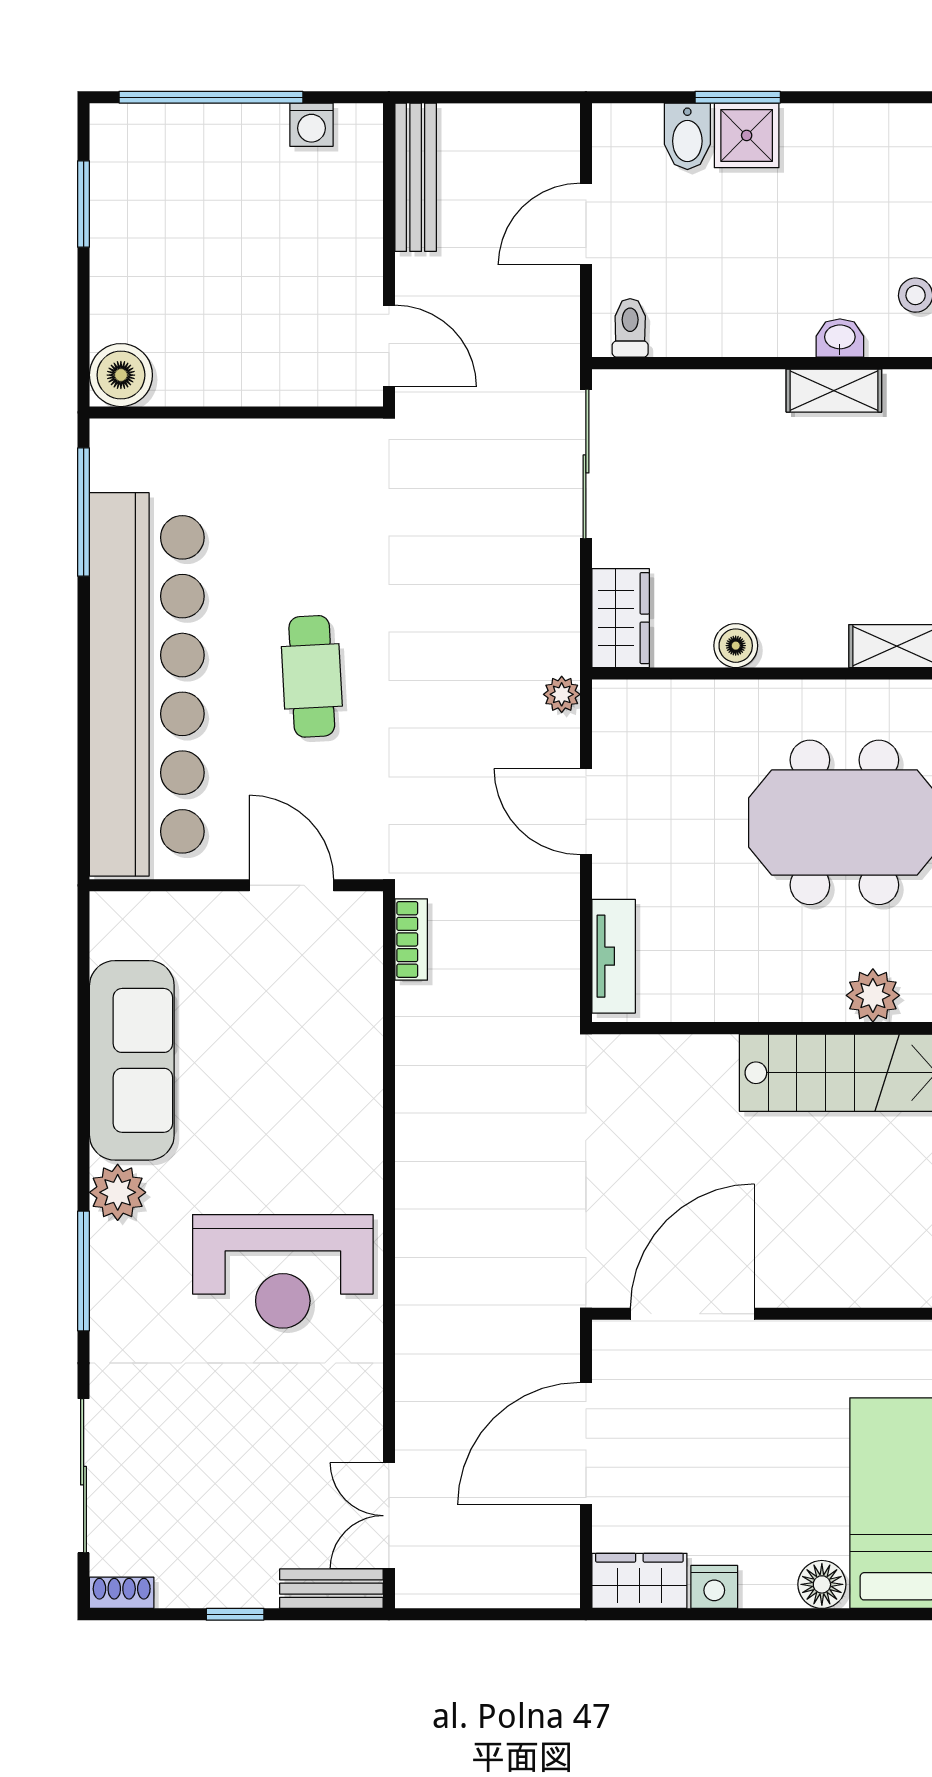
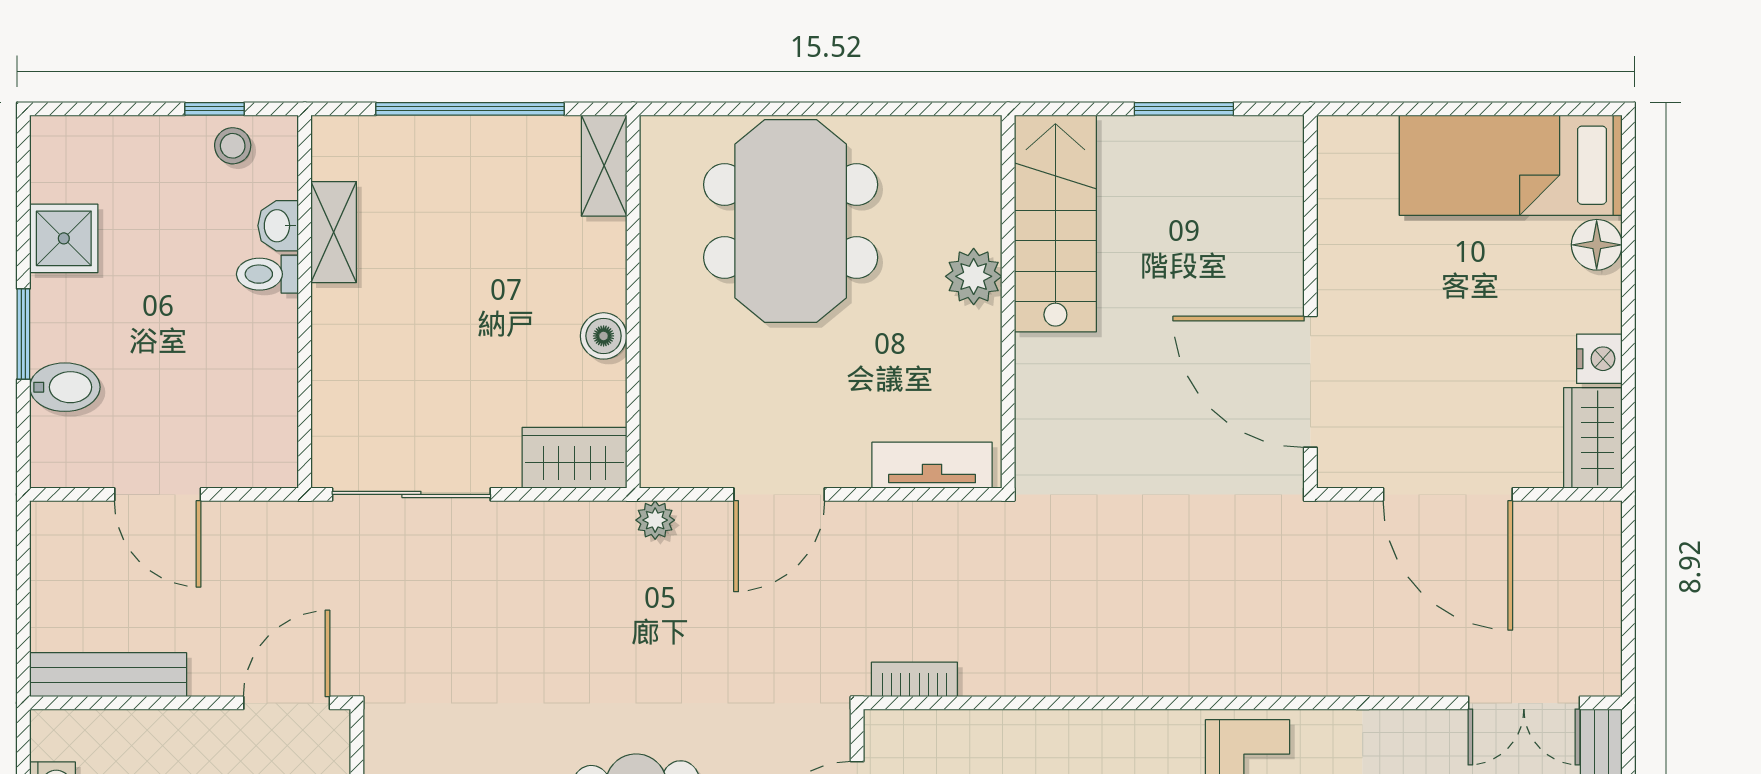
shower: (747, 135) -> (64, 238), moved
toilet: (630, 328) -> (267, 274), moved
plant: (873, 995) -> (974, 276), moved

